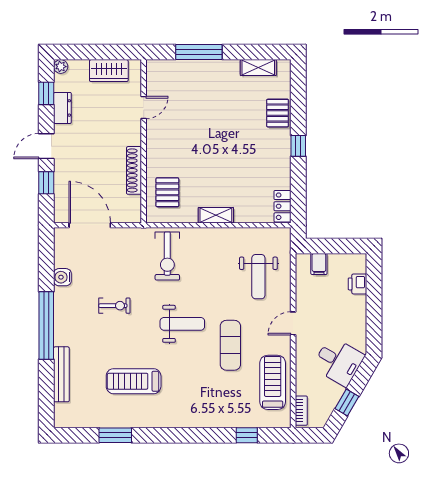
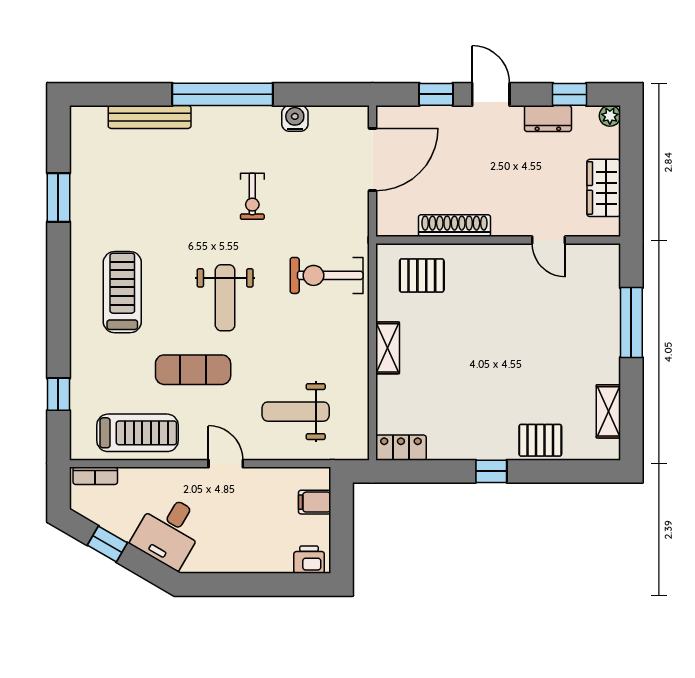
printer: (357, 284) -> (309, 560), moved
treadmill: (134, 381) -> (122, 292), moved

